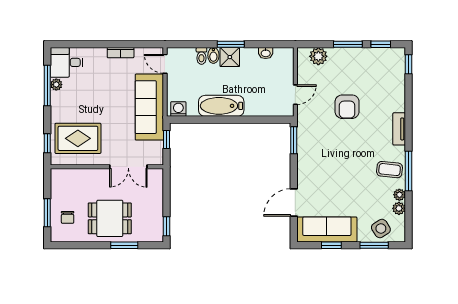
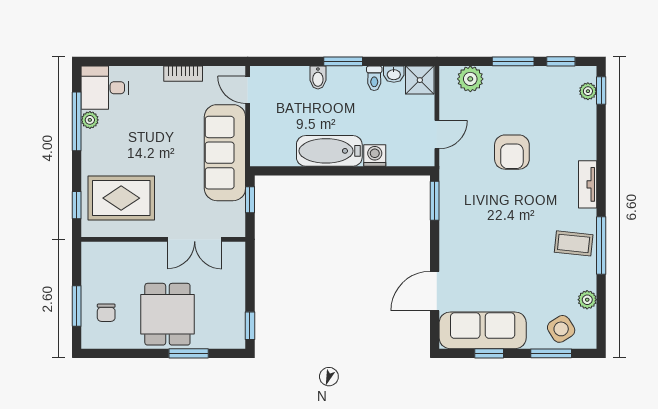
toilet: (201, 56) -> (374, 78), moved
shower: (230, 57) -> (420, 80), moved
washing machine: (178, 109) -> (375, 155), moved
plant: (399, 195) -> (588, 91), moved
dining table: (110, 218) -> (167, 314), turned 90

